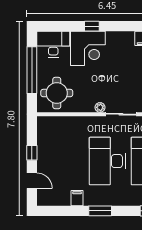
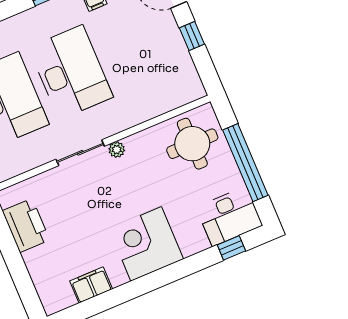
window: (92, 26) -> (231, 248), moved
corner desk: (88, 48) -> (146, 244), moved

